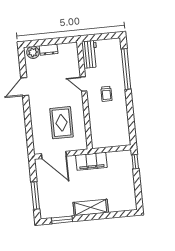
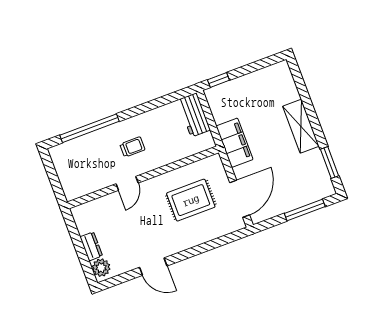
workbench: (90, 54) -> (194, 115), moved, turned -90

